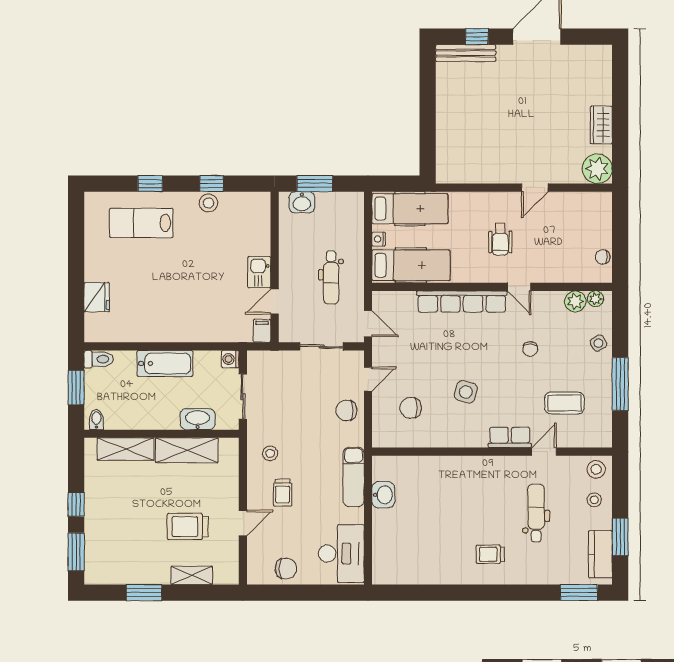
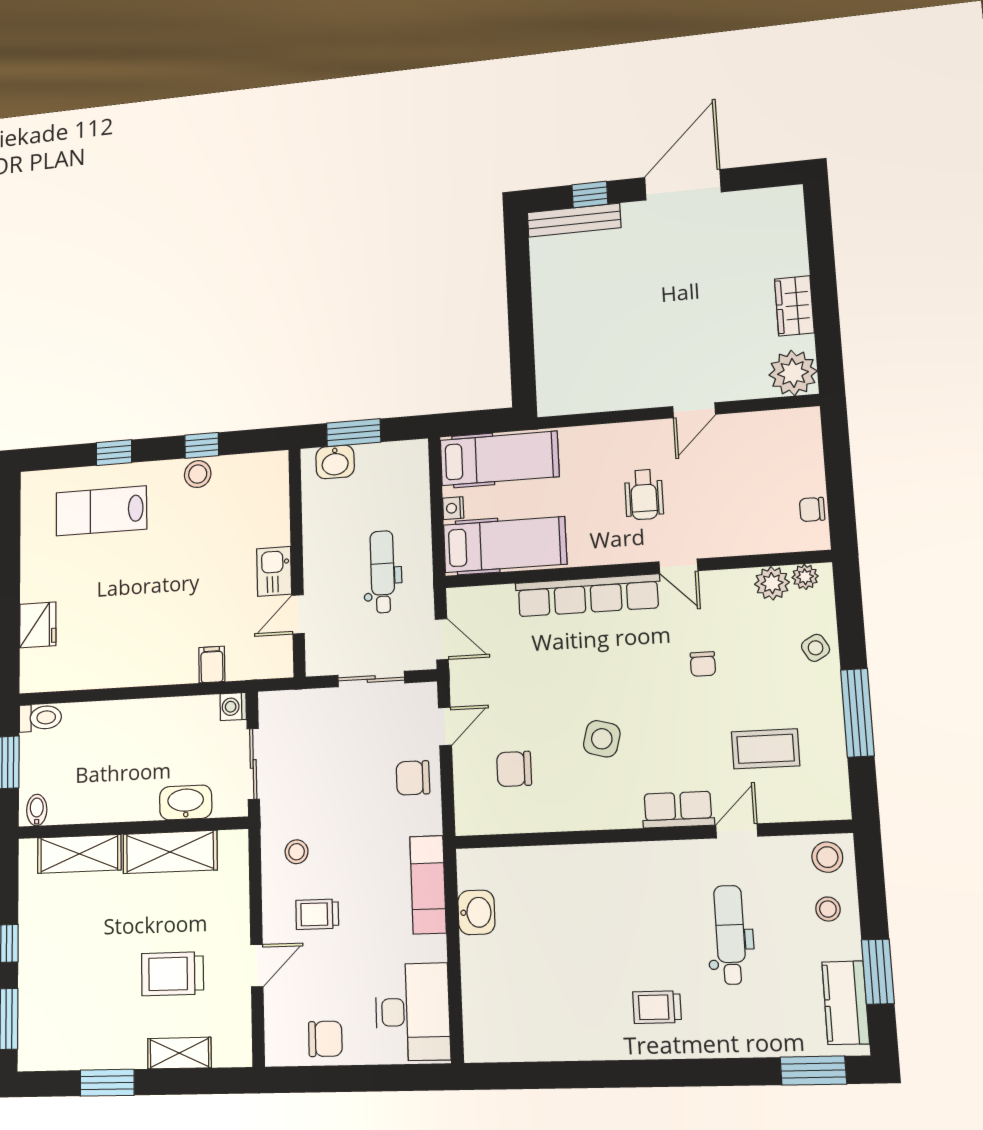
dental chair: (331, 277) -> (382, 572), turned 180
filing cabinet: (262, 331) -> (212, 665), moved
bathtub: (165, 363) -> (136, 719), removed
trolley: (283, 493) -> (317, 914), turned 90

